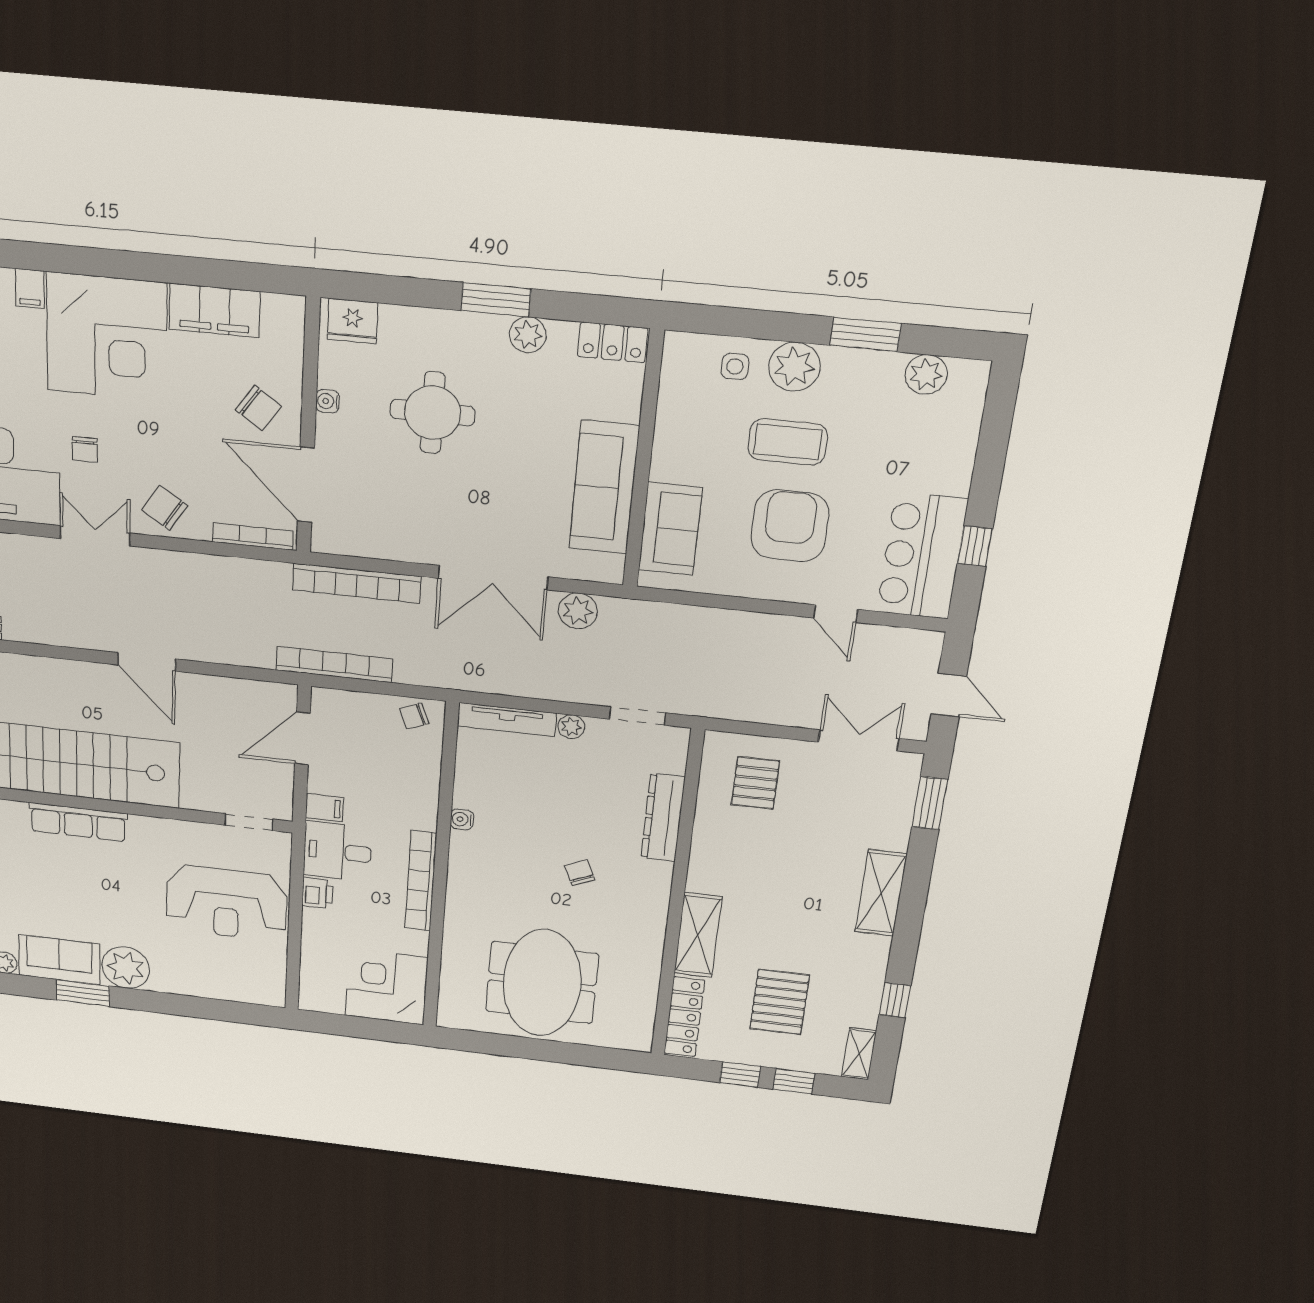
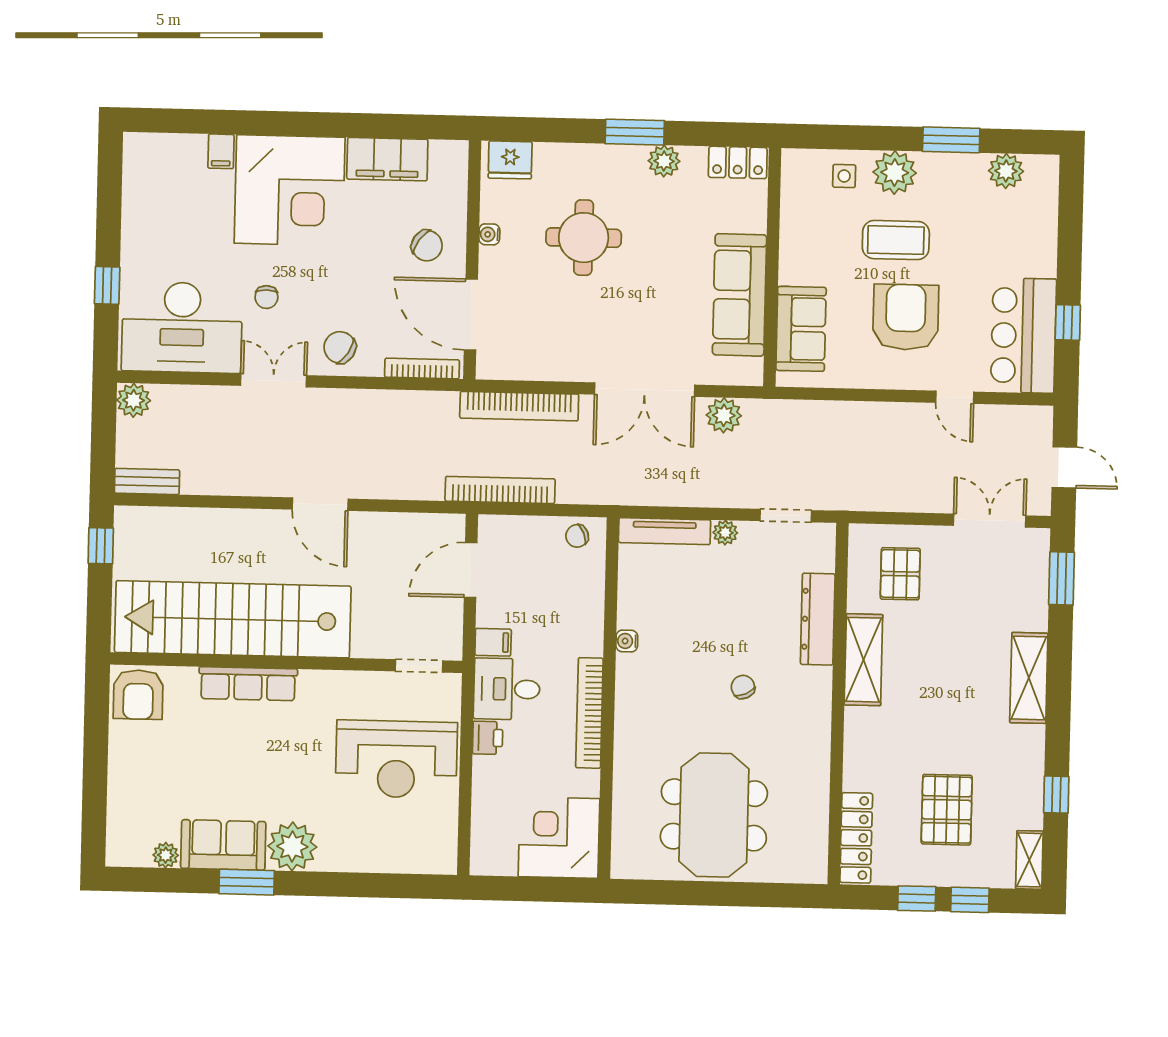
shelving: (698, 935) -> (863, 660), moved

